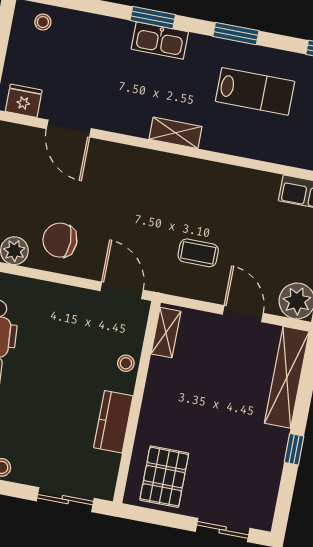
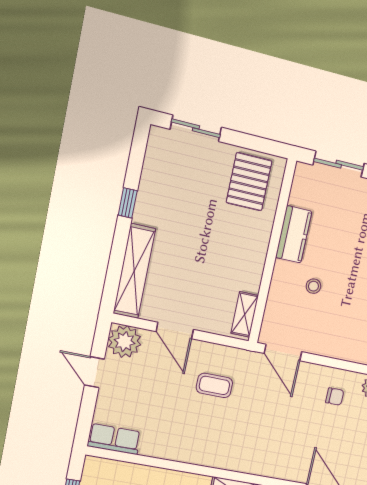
chair: (60, 240) -> (335, 397), width x0.54, depth x0.54
stool: (126, 363) -> (313, 286), moved

